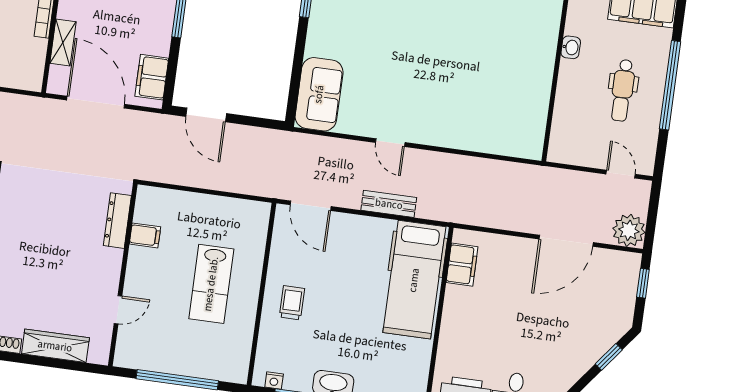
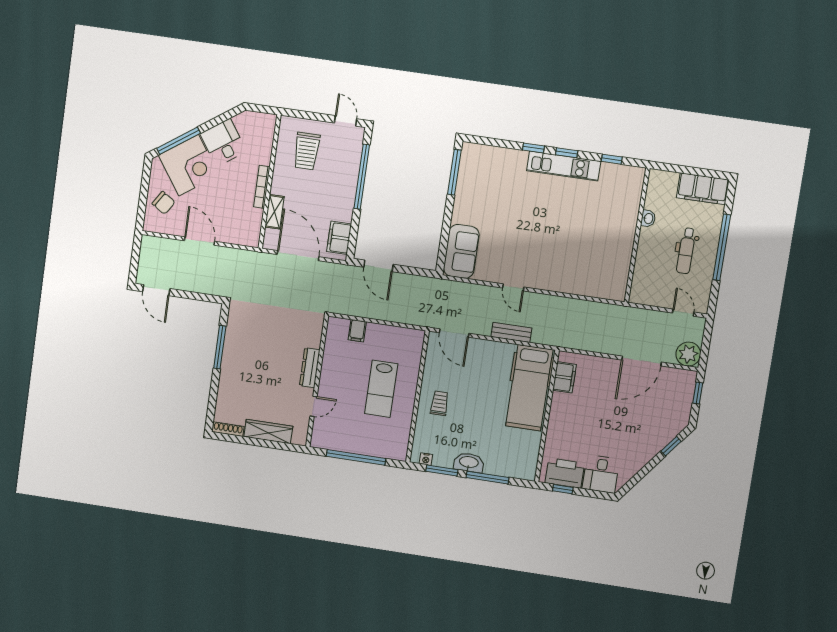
dresser: (117, 221) -> (310, 368), moved
filing cabinet: (145, 235) -> (357, 331), moved, turned 90

